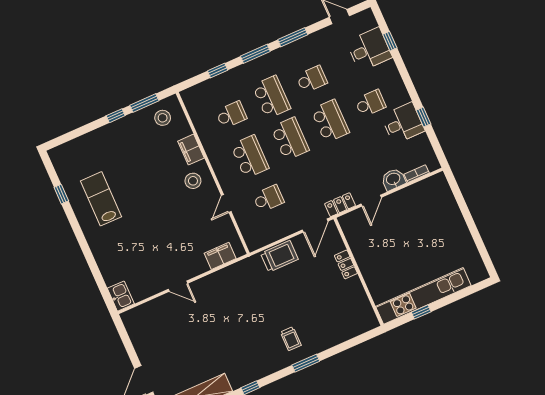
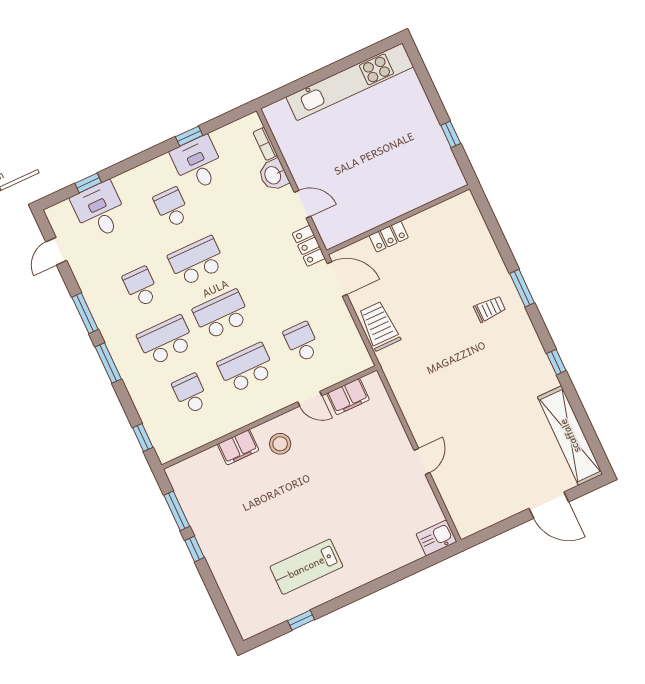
window: (218, 71) -> (143, 437), moved
stool: (163, 118) -> (196, 486), removed
filing cabinet: (220, 256) -> (348, 397), moved, turned -90
kitchen unit: (423, 296) -> (350, 82), moved, turned -90

